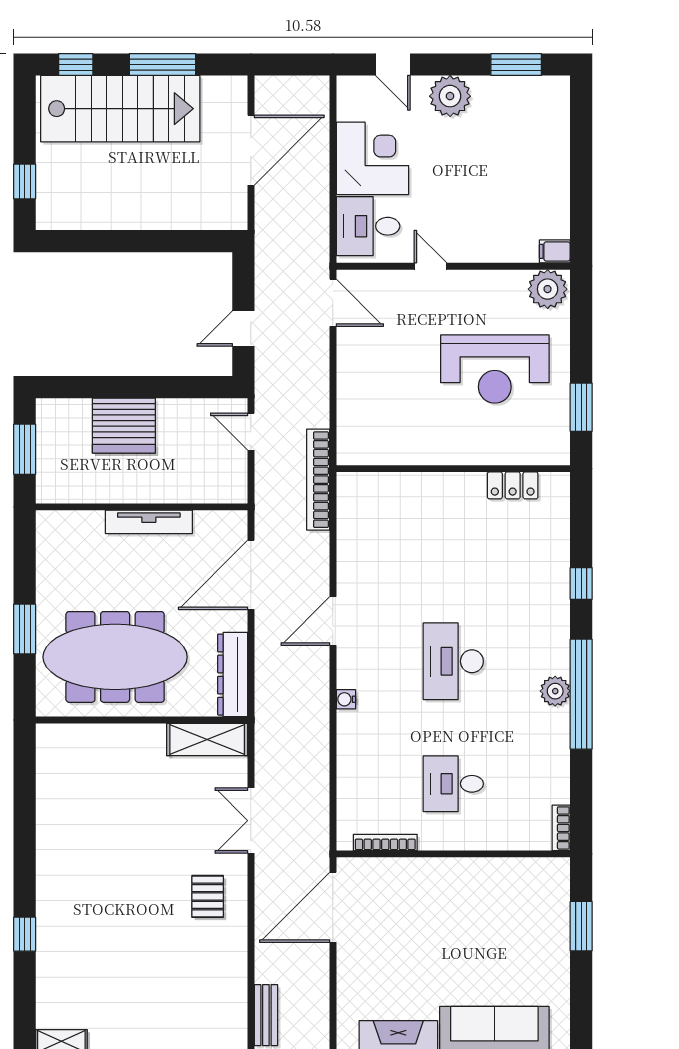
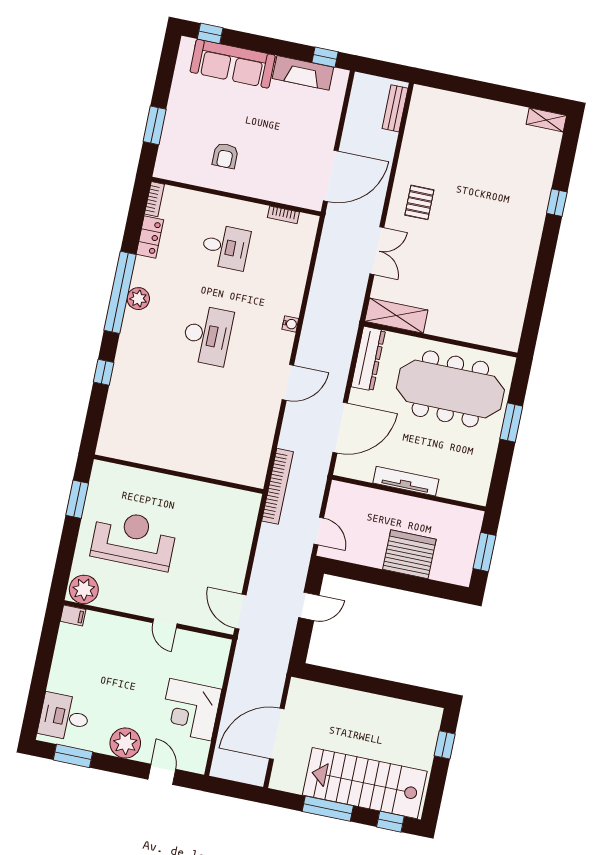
desk: (368, 226) -> (64, 717), moved, turned 180
locker: (513, 485) -> (150, 237), moved, turned 90
bookcase: (385, 843) -> (283, 215), width x0.64
armchair: (479, 905) -> (225, 156), added

